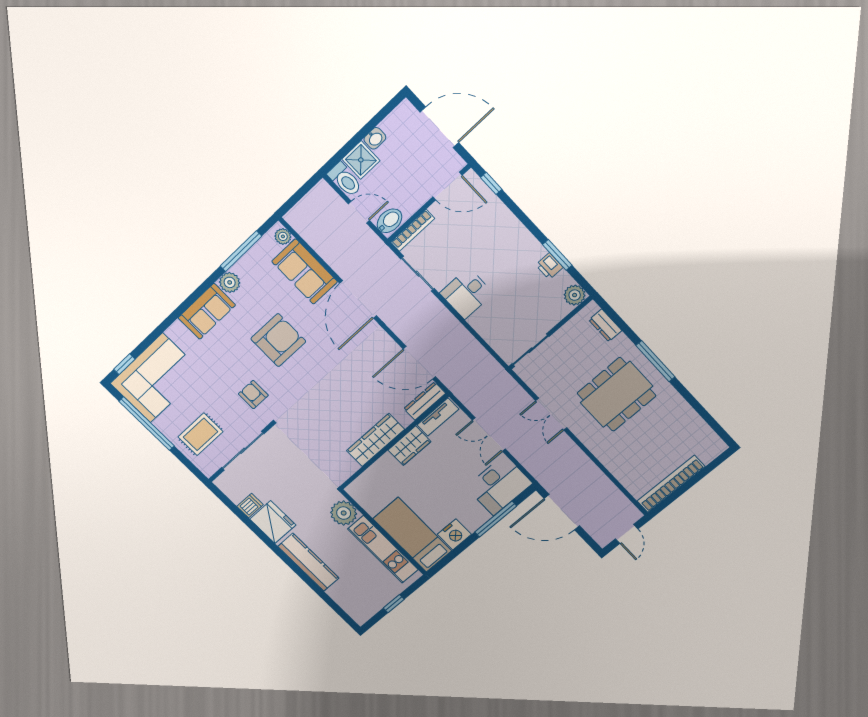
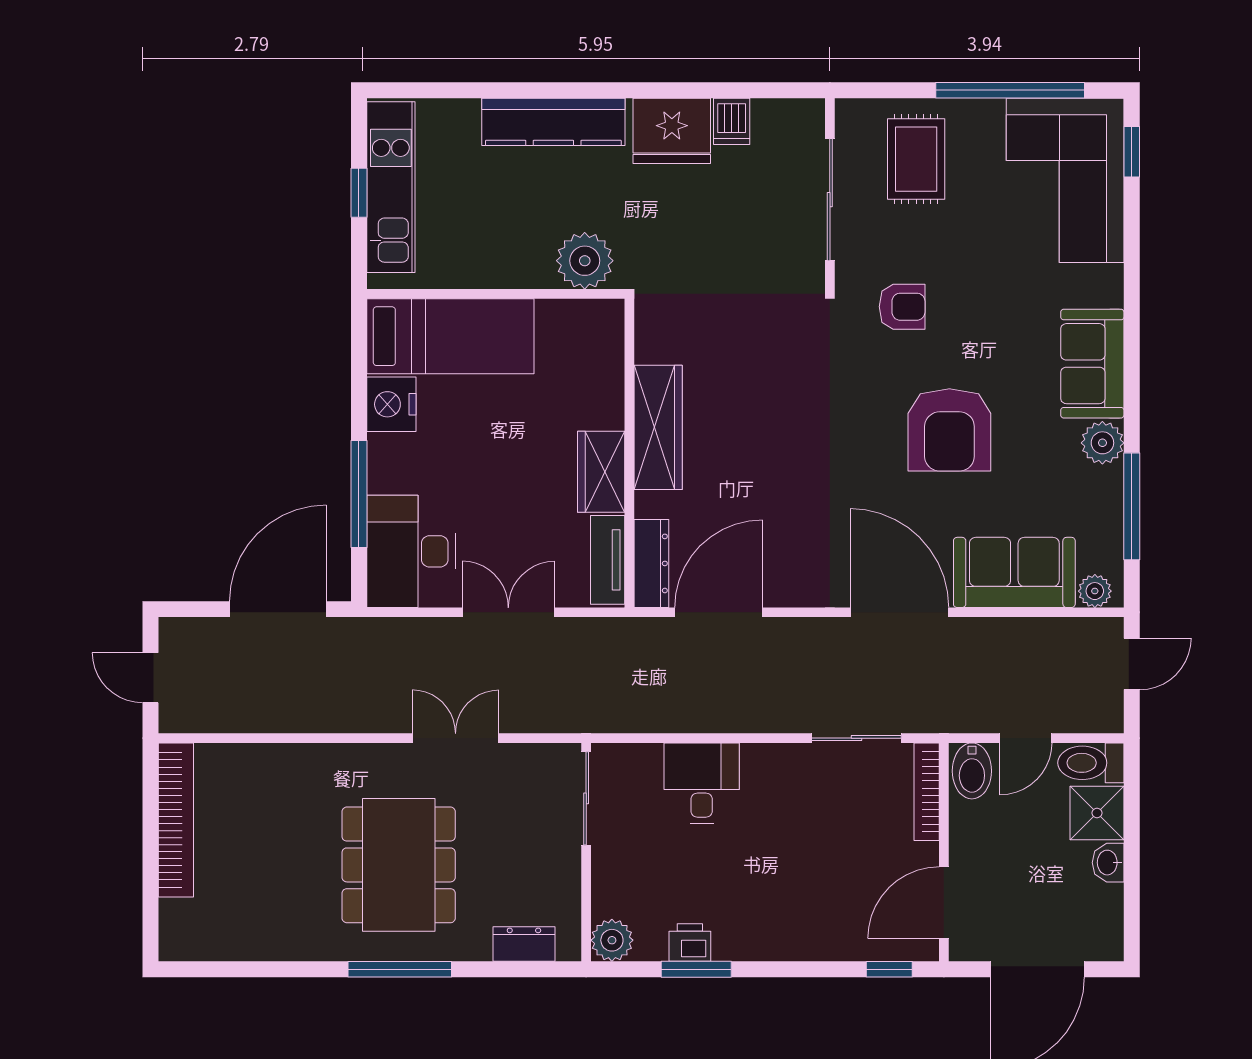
door: (295, 198) -> (1132, 664), added
desk: (467, 293) -> (702, 783), moved
kitchen unit: (383, 549) -> (391, 187), moved, turned 90

